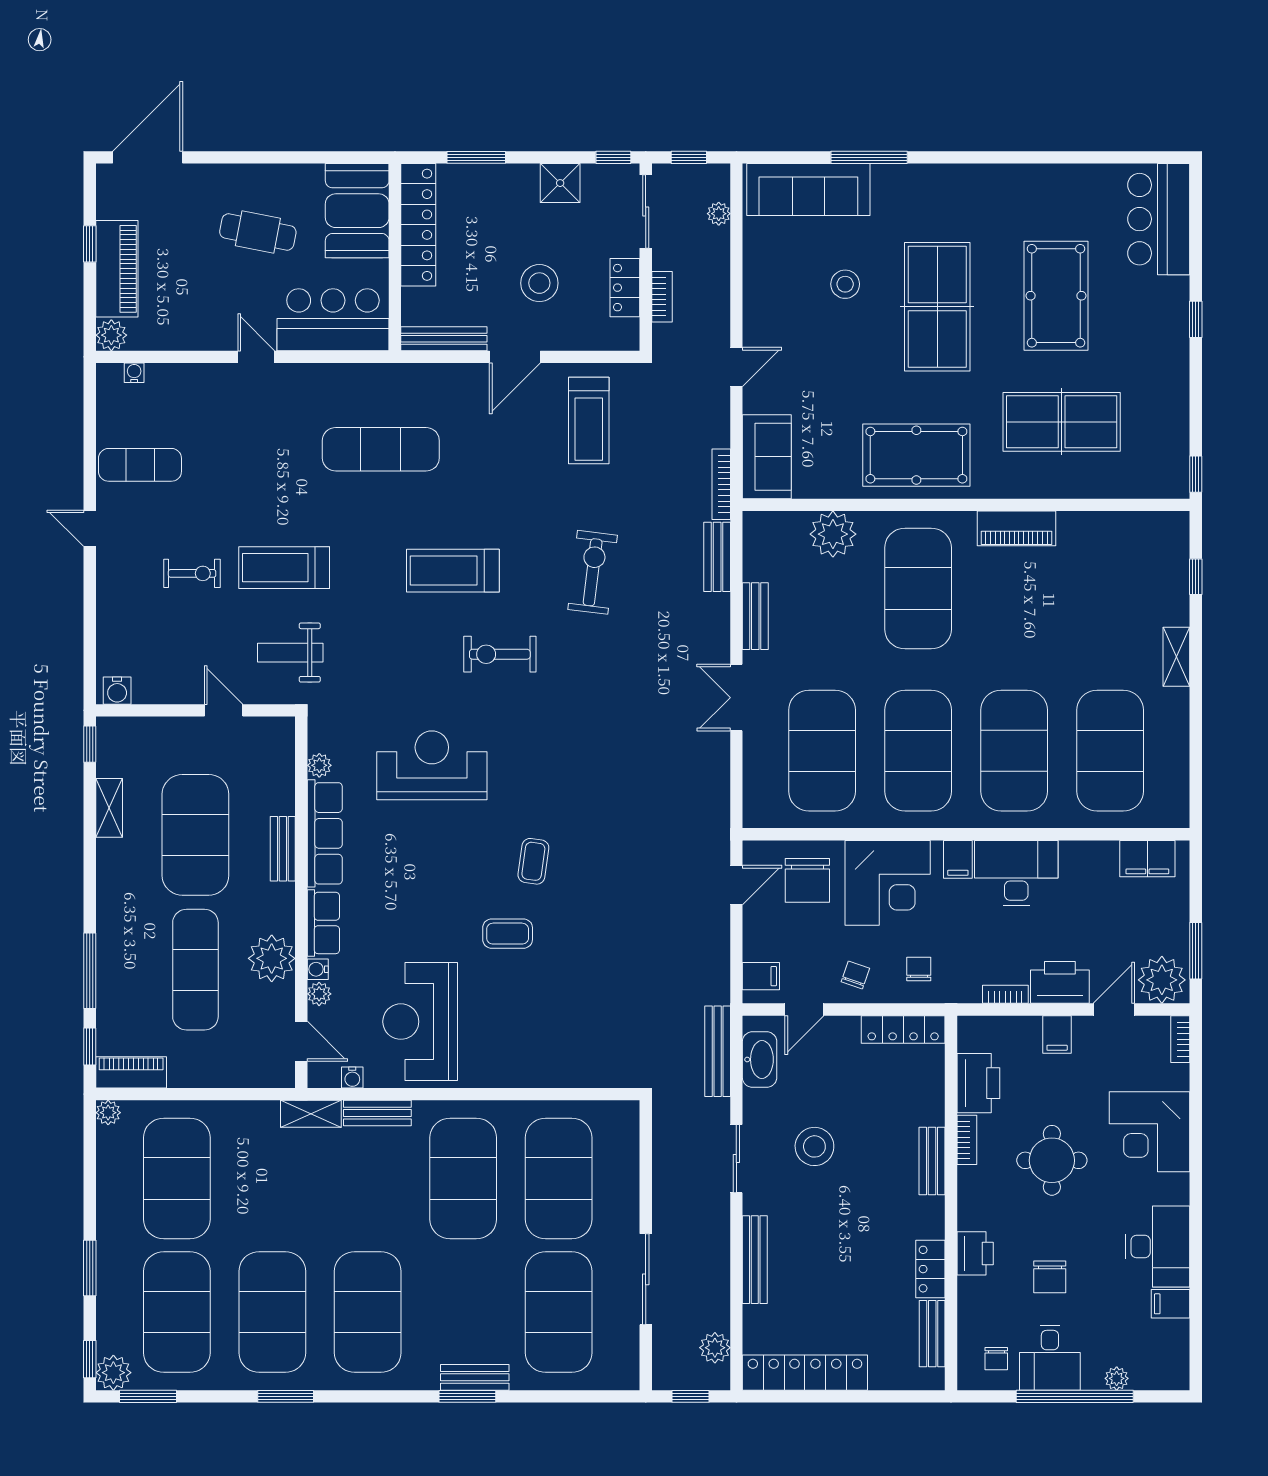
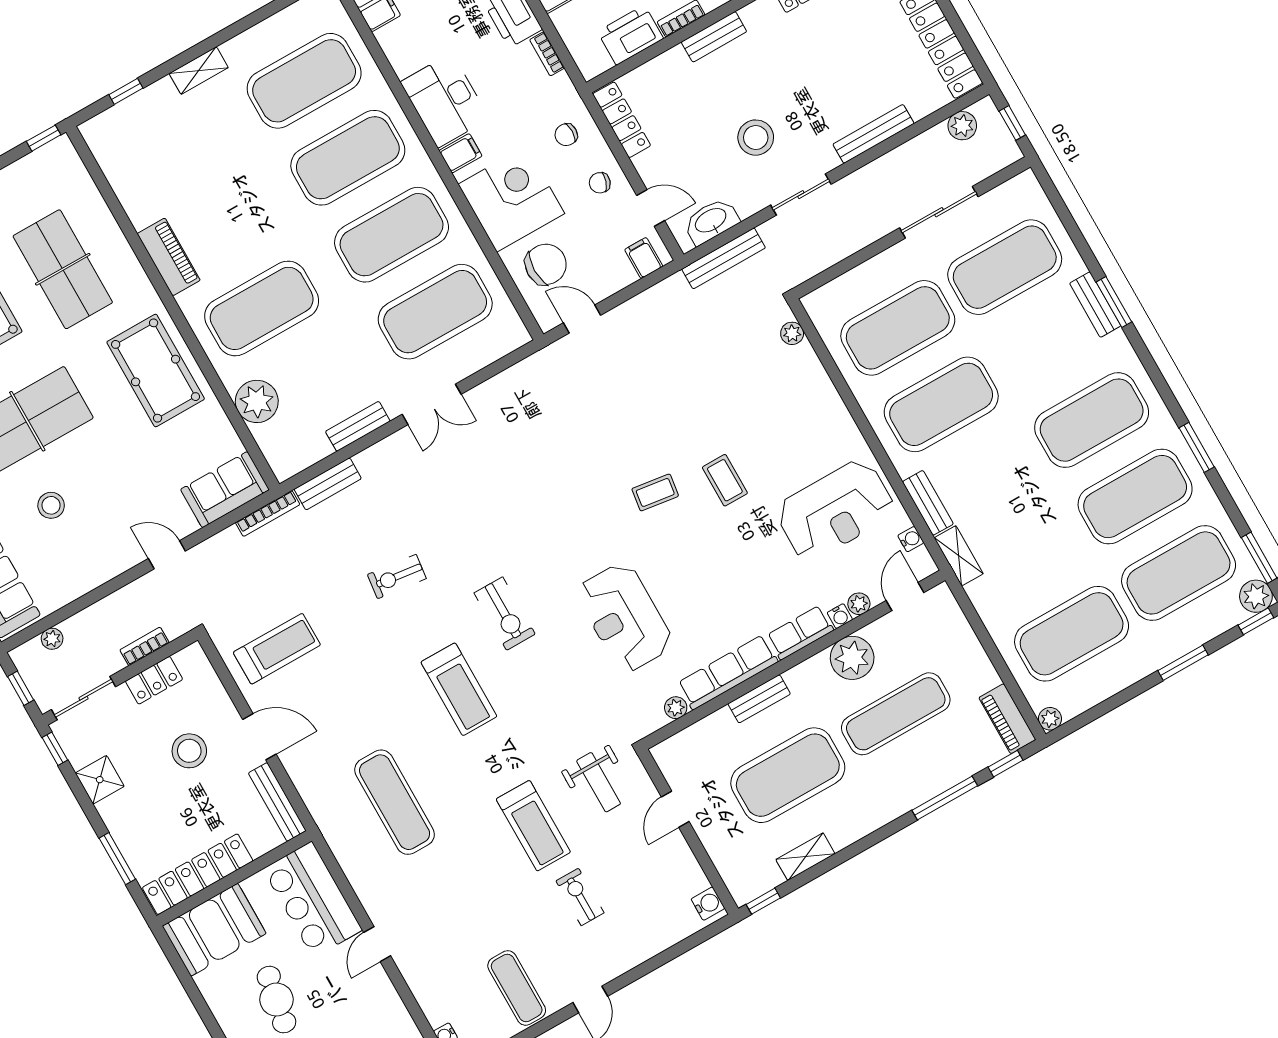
exercise bike: (593, 572) -> (397, 577), width x0.73, depth x0.72
plant: (610, 1076) -> (792, 333), added

